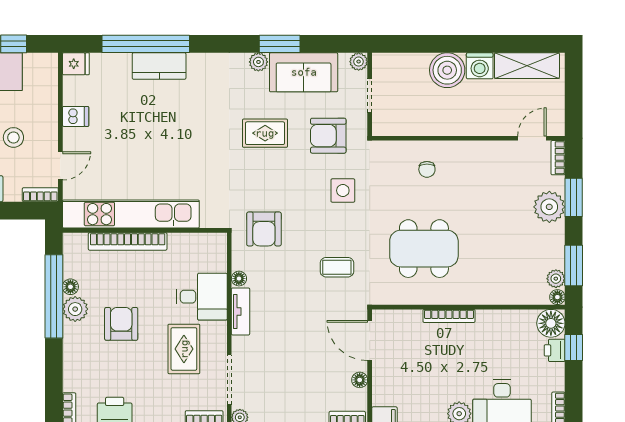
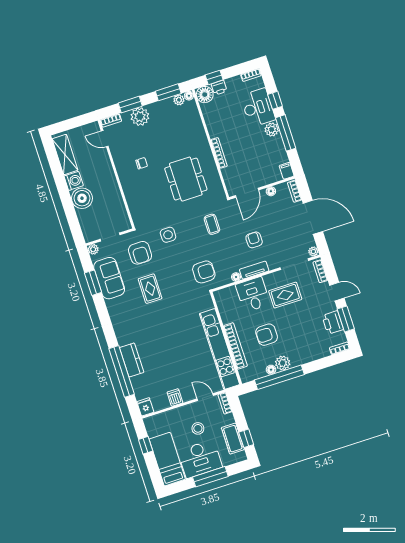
window: (280, 44) -> (93, 283), moved
plant: (258, 62) -> (111, 305), removed
chair: (427, 169) -> (142, 163), moved
armchair: (121, 324) -> (267, 335), moved
armchair: (290, 327) -> (254, 240), added

